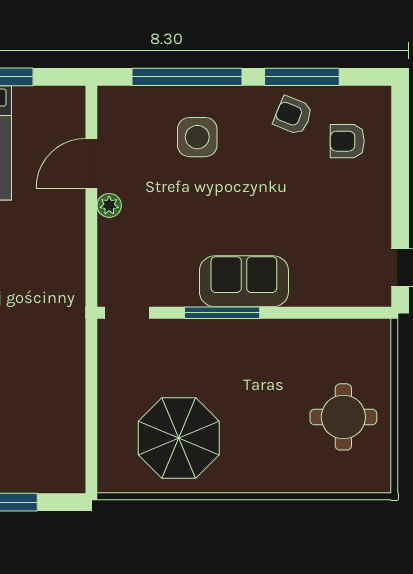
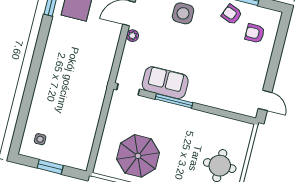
sofa: (244, 281) -> (165, 83), moved

